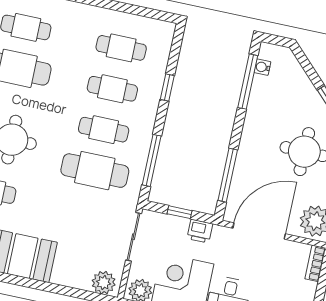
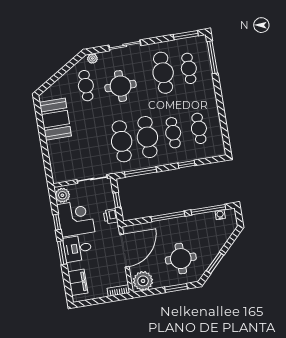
cafe table: (104, 130) -> (147, 137), width x1.37, depth x1.35
window: (228, 175) -> (168, 216), moved
door: (259, 231) -> (124, 251), hinge flipped
plant: (104, 283) -> (59, 172), removed

